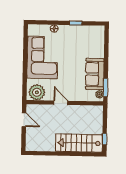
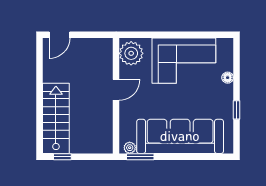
sofa: (95, 74) -> (180, 136), width x1.85, depth x1.27
door: (24, 120) -> (59, 35), moved

